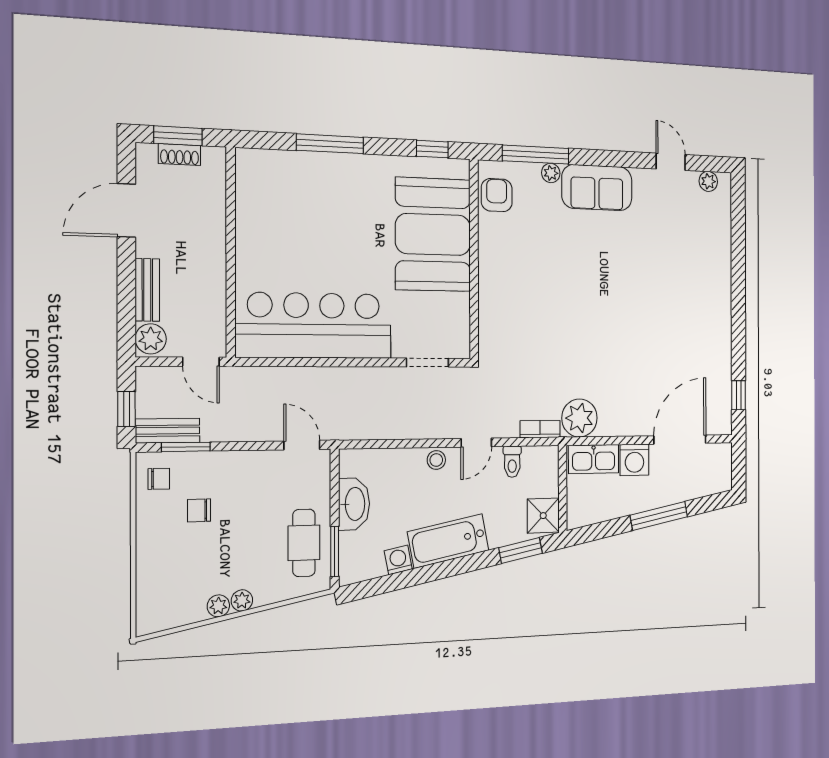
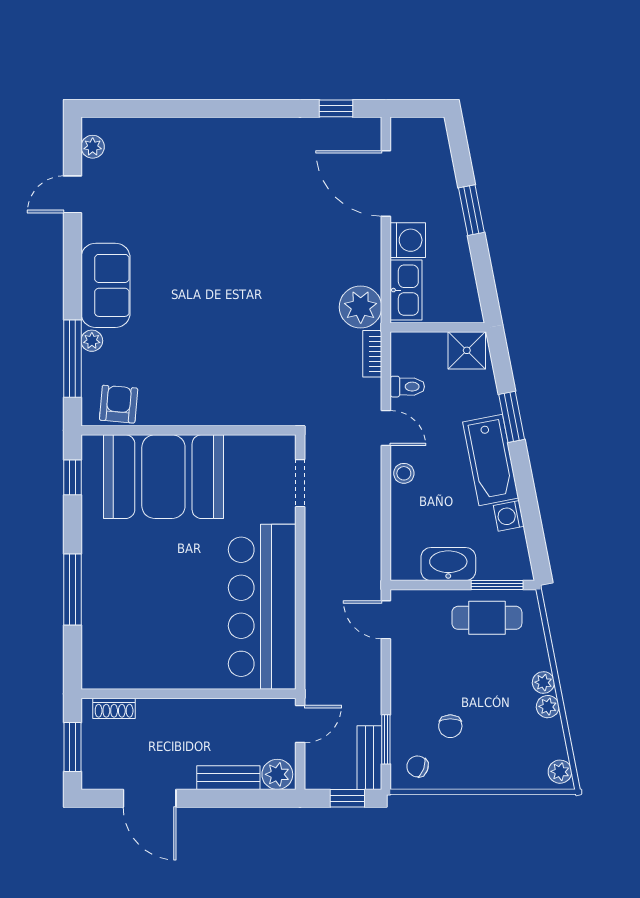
shoe rack: (180, 155) -> (114, 708), moved, turned 90
armchair: (497, 195) -> (119, 404), turned 95
door: (302, 445) -> (386, 620), hinge flipped
chair: (159, 479) -> (418, 766), turned -70
window: (659, 516) -> (471, 210), width x0.69
window: (521, 550) -> (512, 417), moved
plant: (154, 621) -> (560, 772), added

